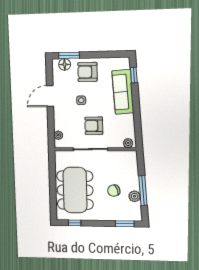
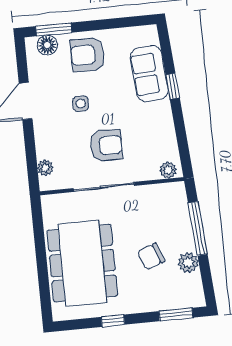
window: (134, 75) -> (173, 86), moved
sofa: (123, 92) -> (149, 74), width x0.73
armchair: (94, 126) -> (106, 145), turned 180
window: (143, 191) -> (198, 228), moved
window: (75, 223) -> (113, 321), moved

